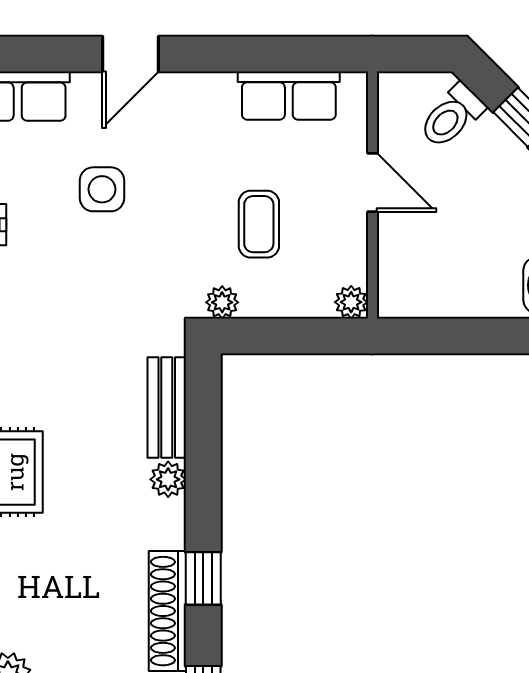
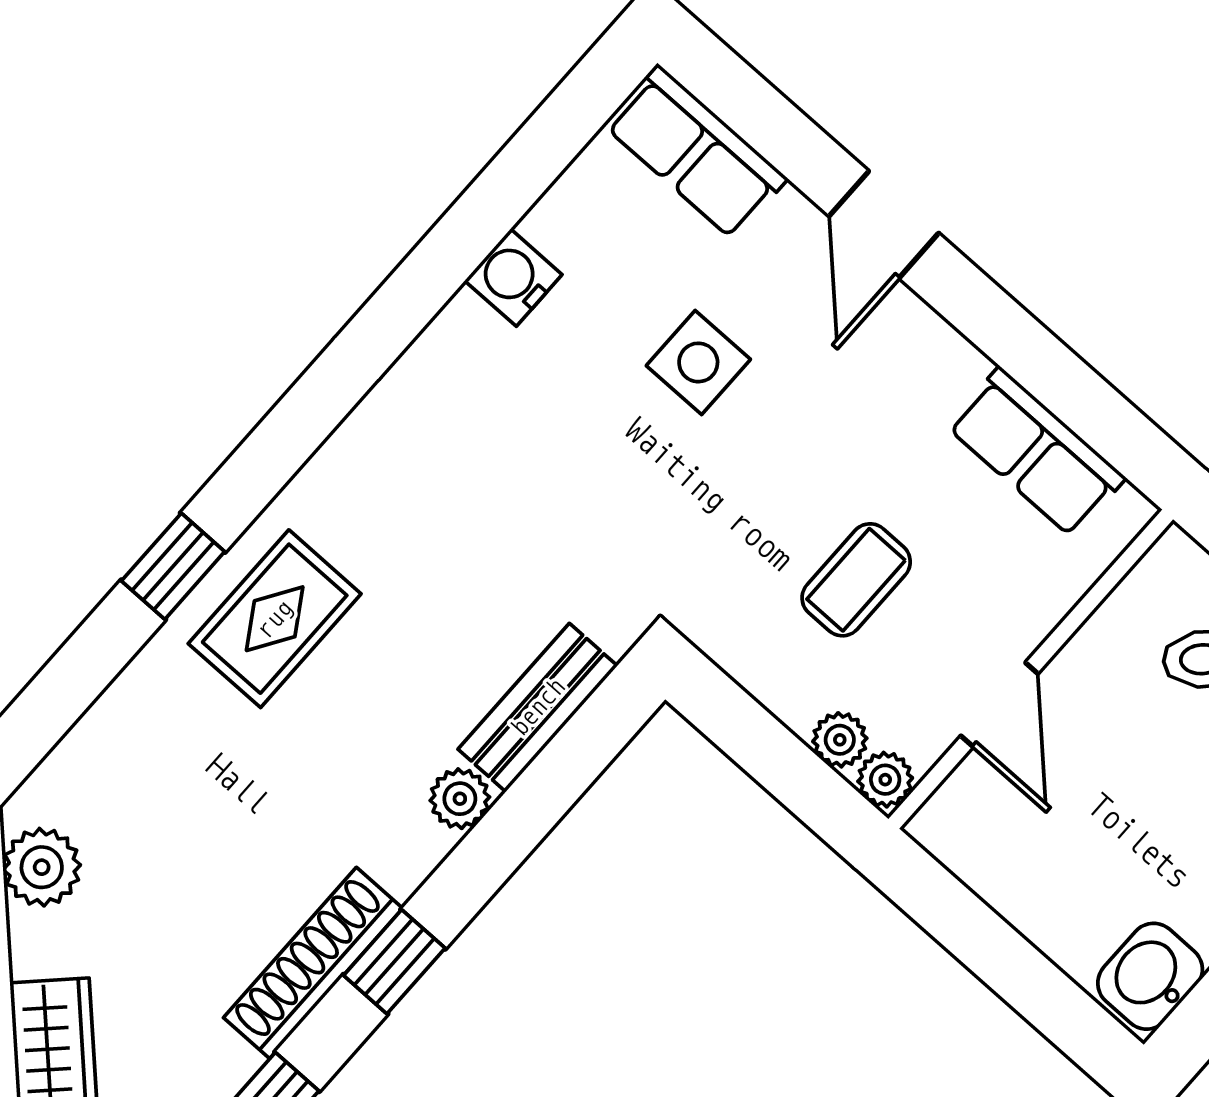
door: (130, 54) -> (884, 225), hinge flipped
door: (372, 182) -> (999, 705), moved
plant: (222, 302) -> (840, 740), moved

